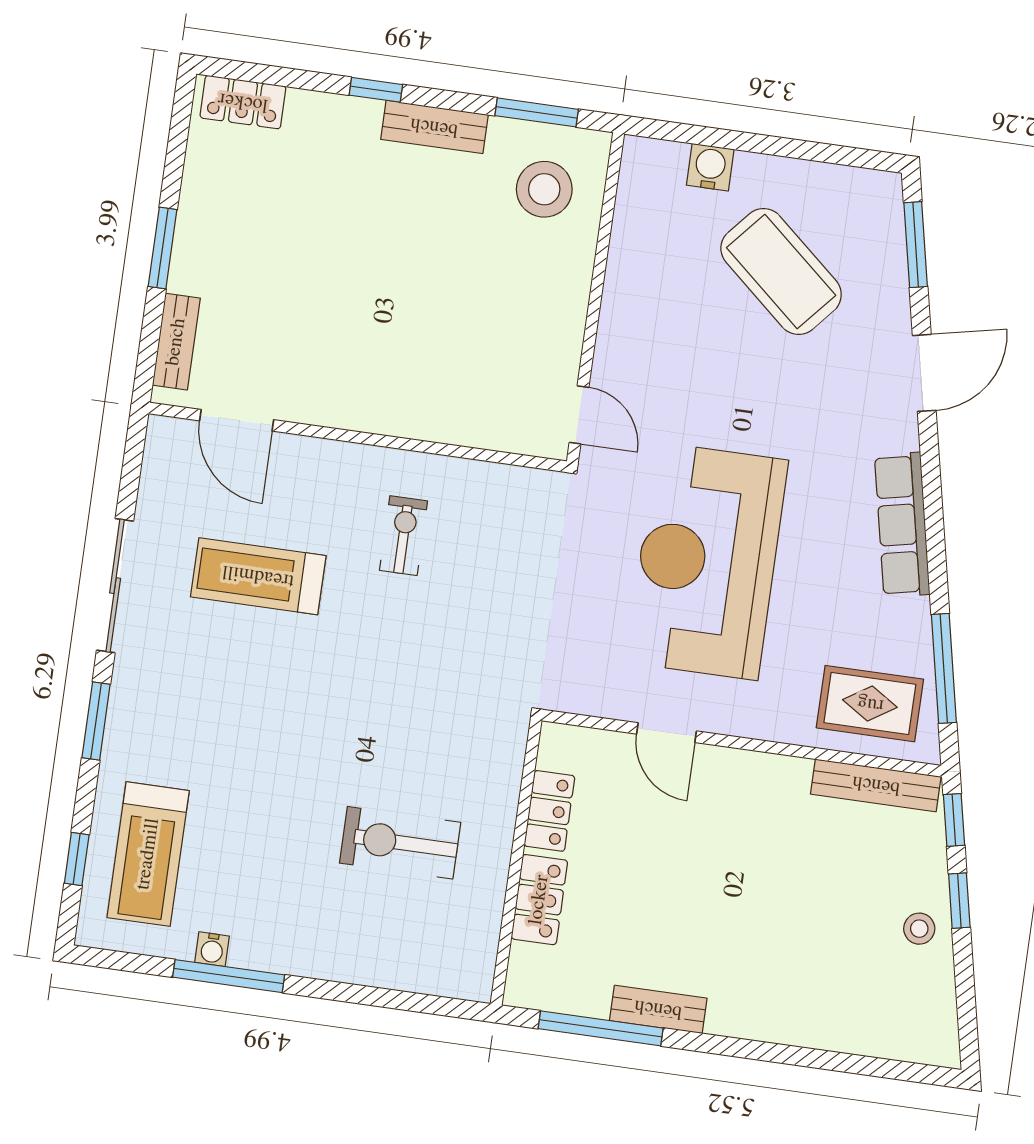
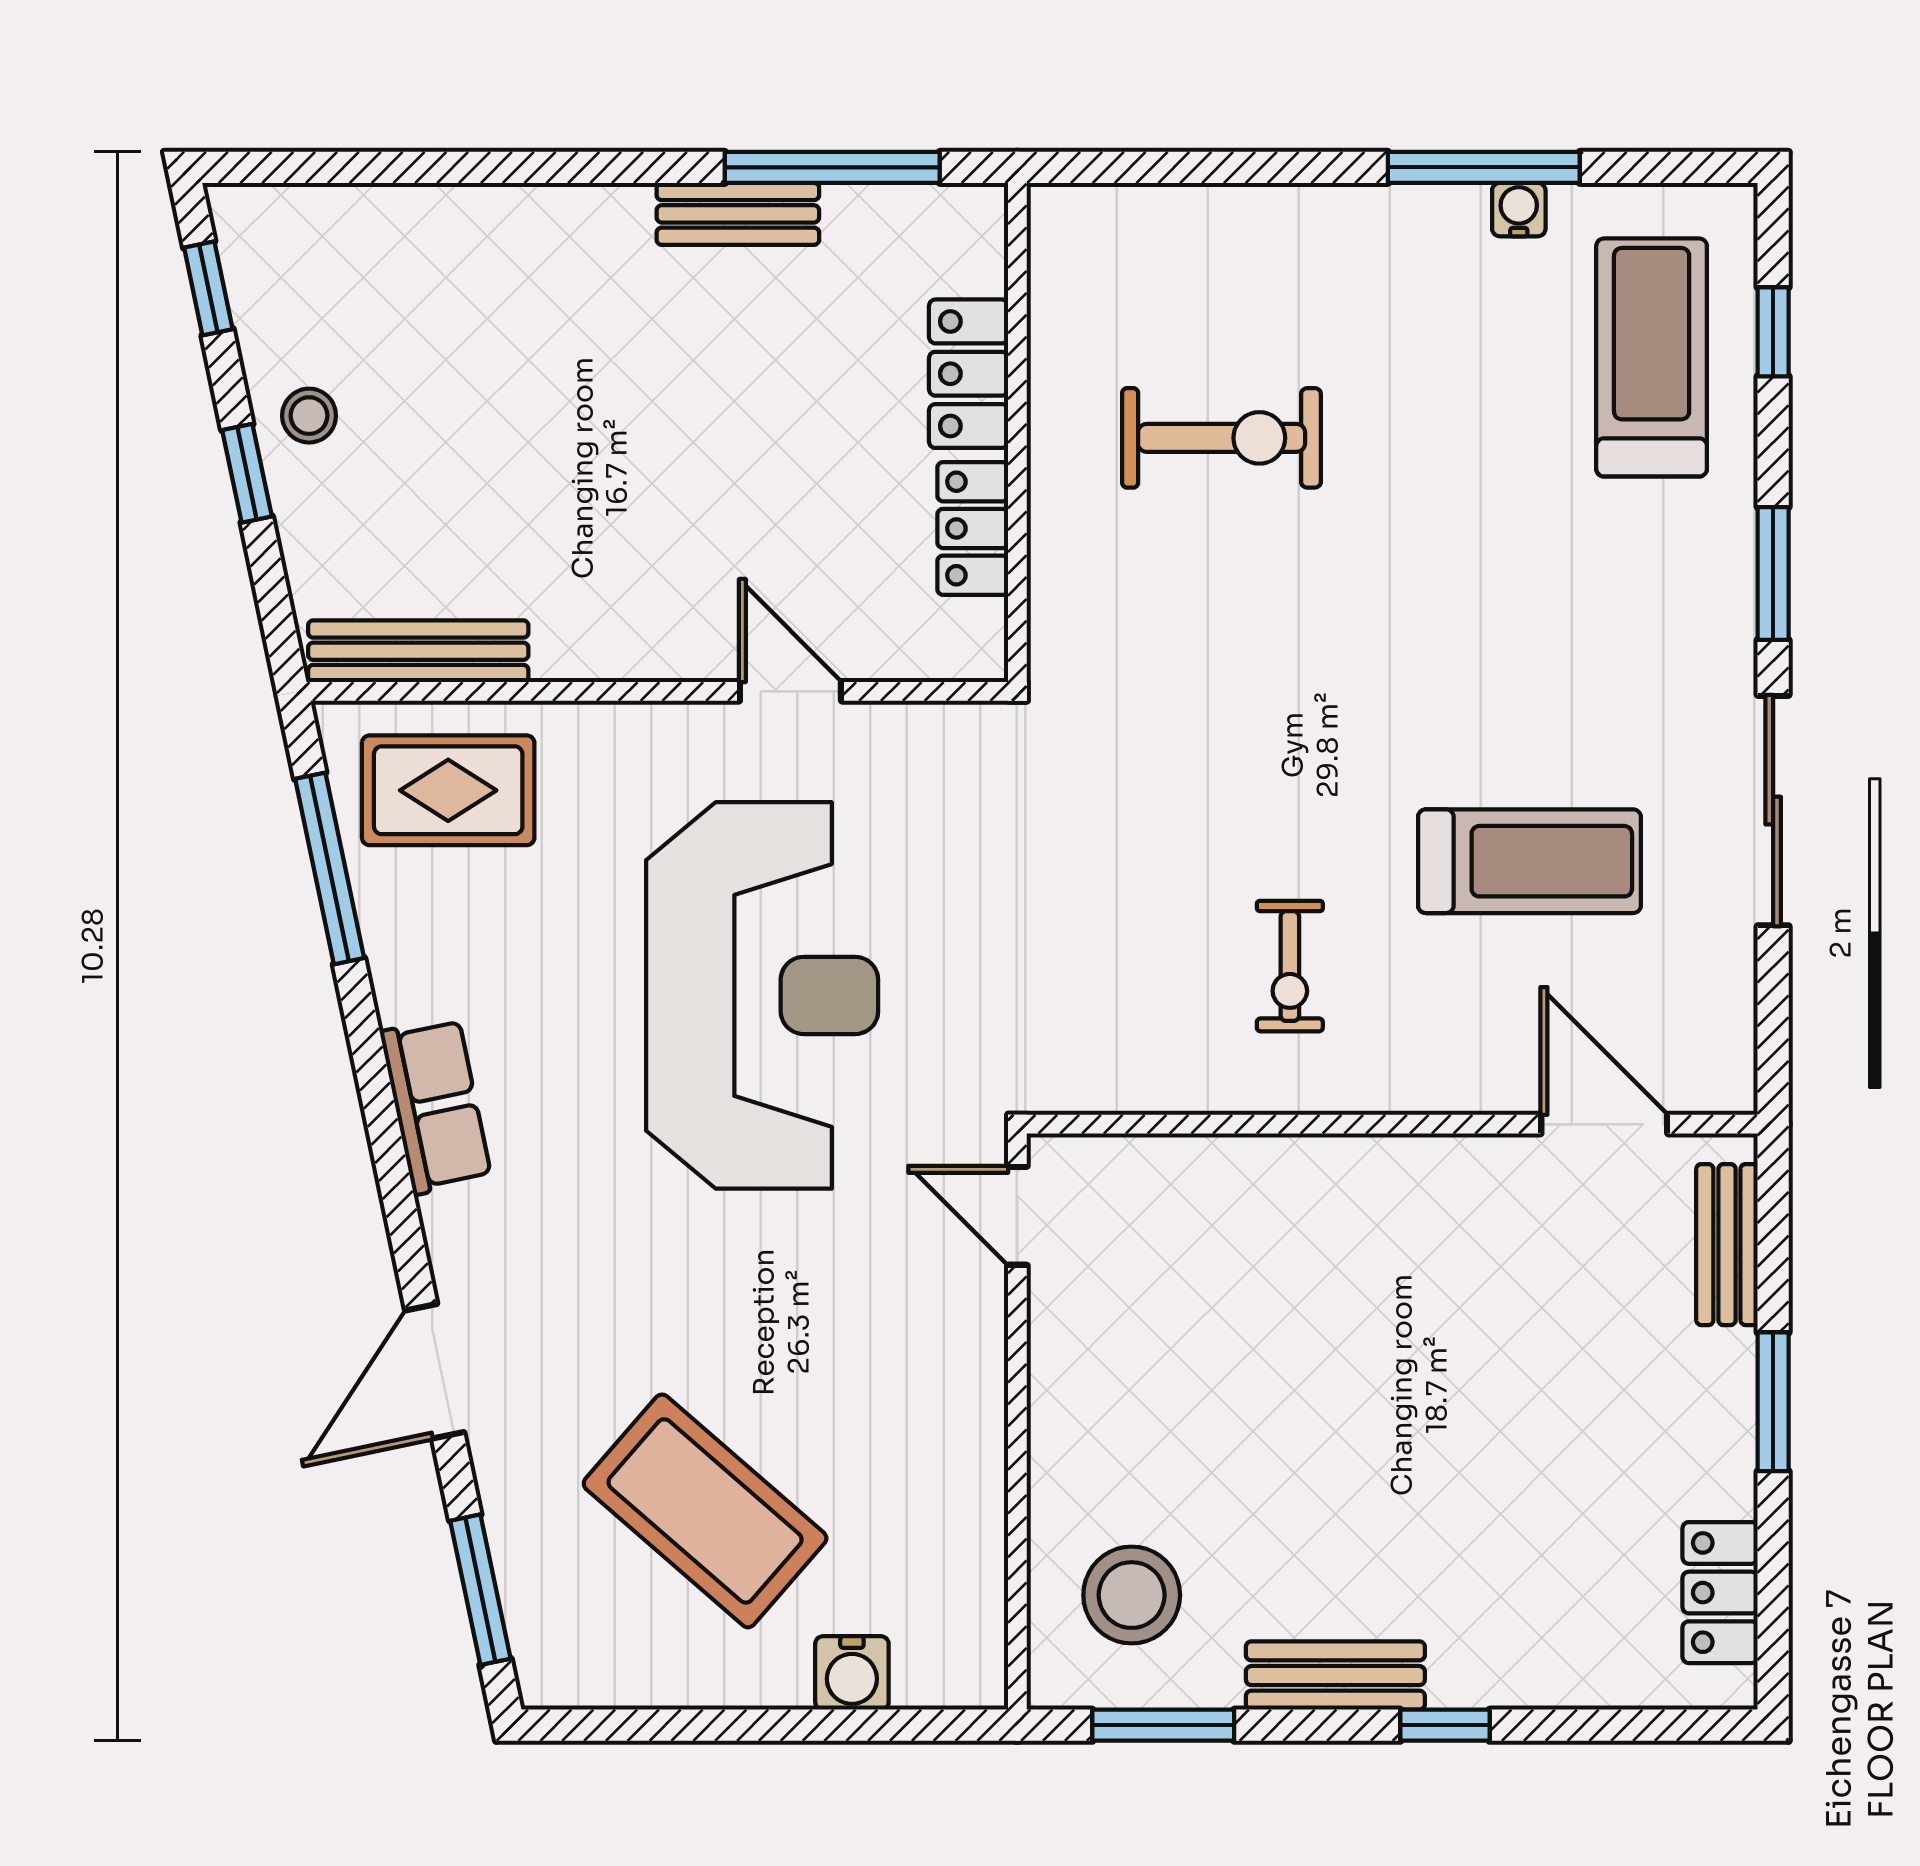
locker: (243, 102) -> (1720, 1593), moved, turned -90
row of seats: (902, 525) -> (436, 1105), width x0.68
window: (954, 820) -> (208, 288), moved

